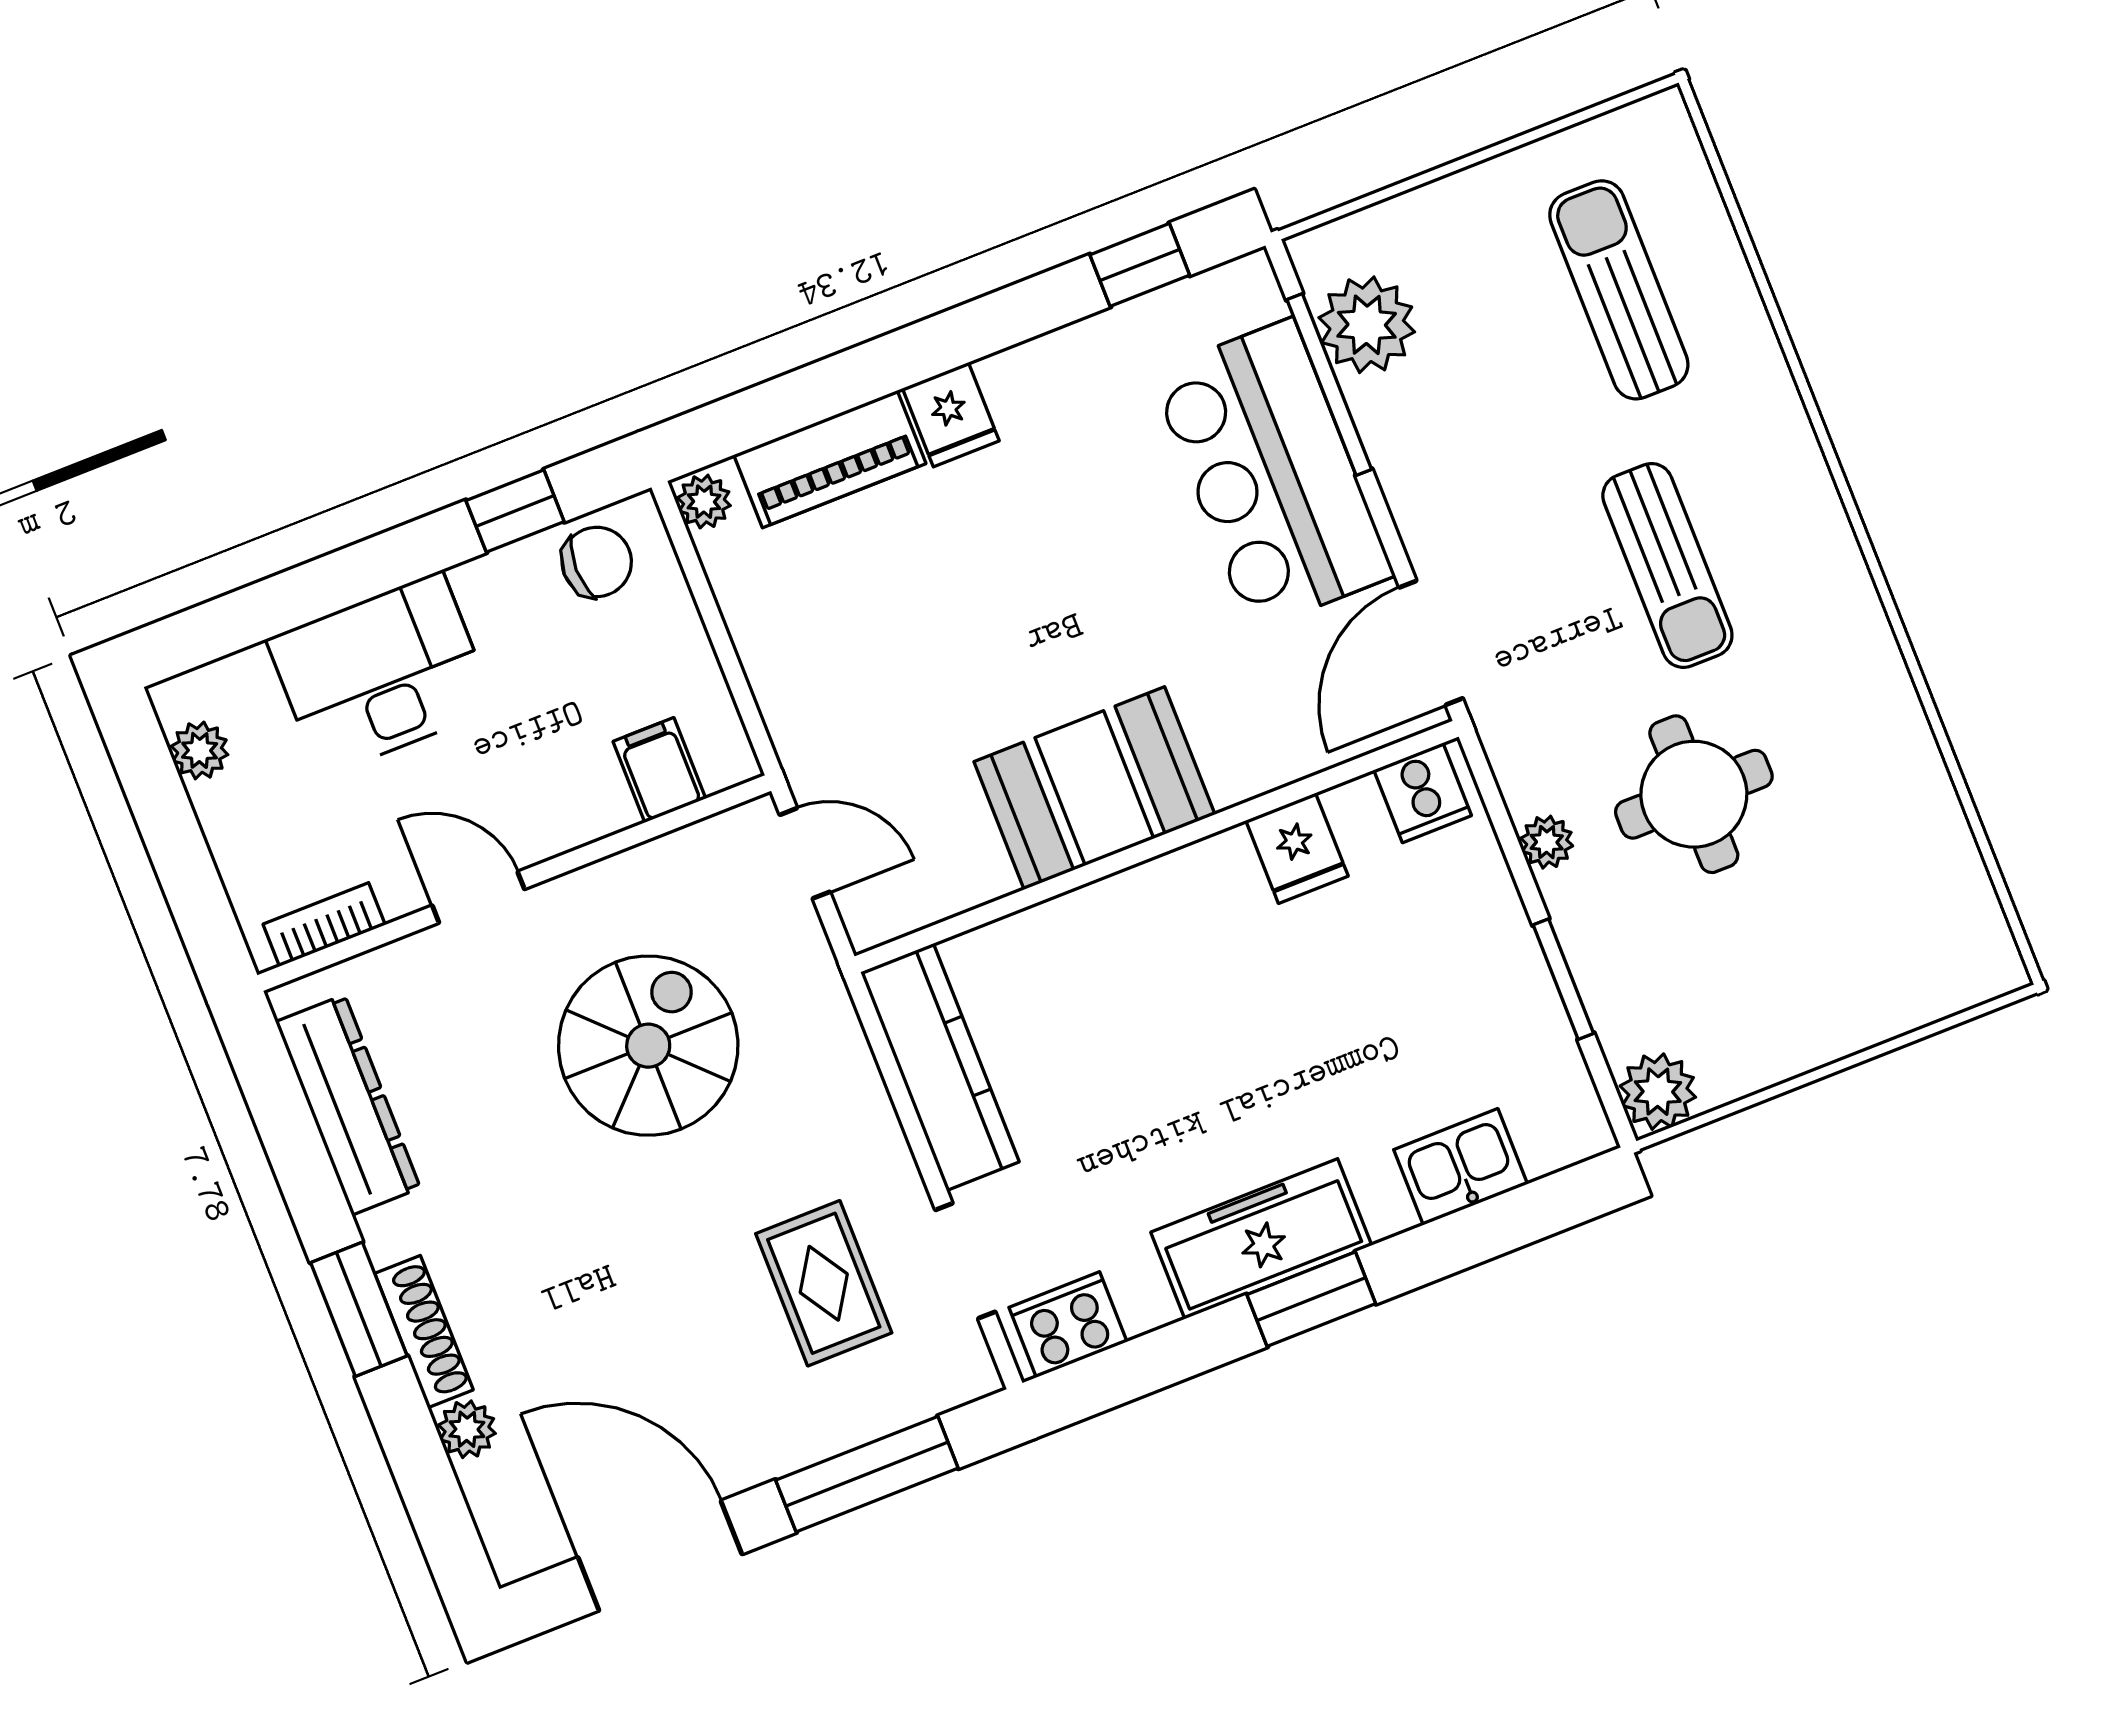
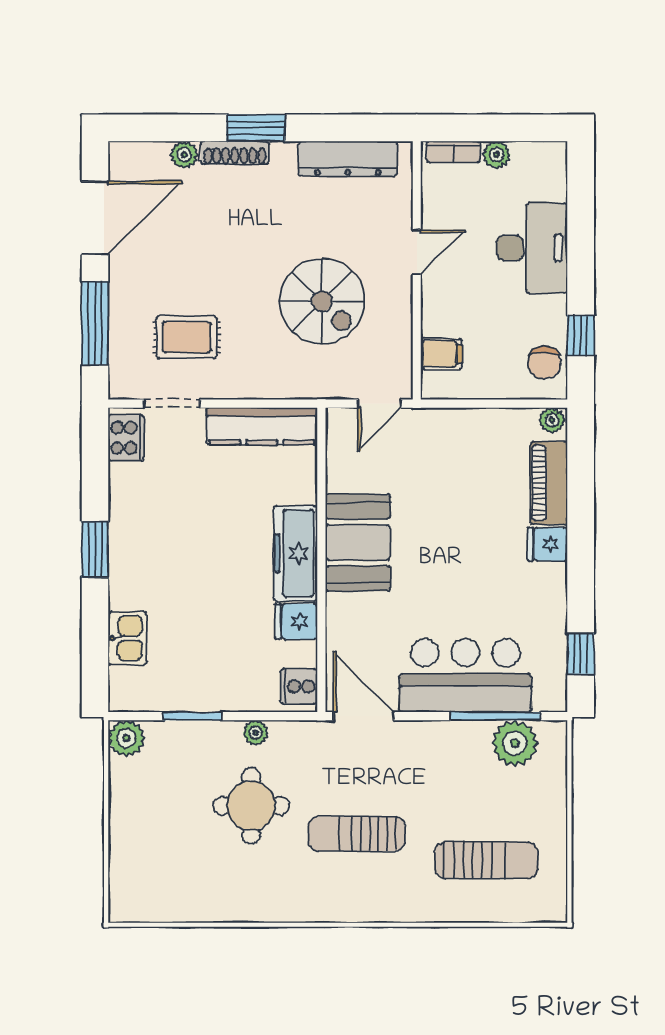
plant: (200, 750) -> (497, 155), moved
bookcase: (324, 925) -> (453, 152), moved, turned 90
freezer: (1261, 1239) -> (295, 553), moved, turned 180

